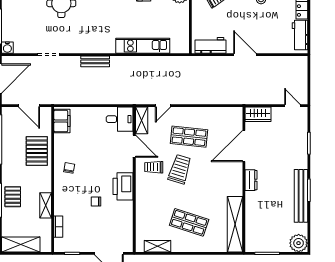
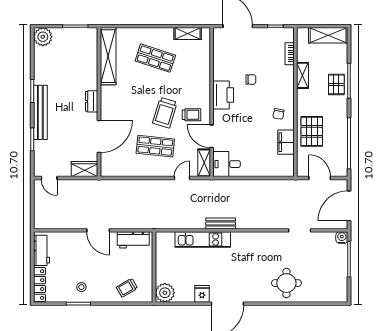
bench: (95, 61) -> (221, 223), moved
filing cabinet: (62, 121) -> (286, 142), moved
bench: (301, 196) -> (40, 112), moved

